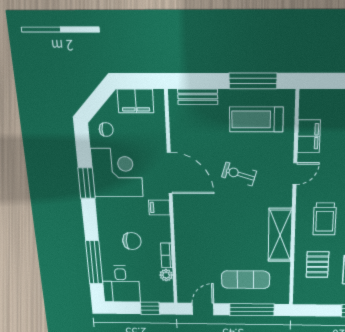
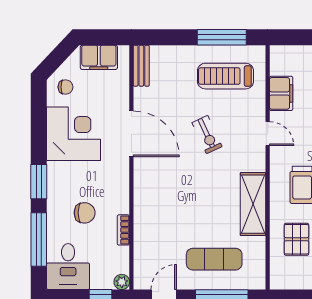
bench: (198, 97) -> (141, 66), moved, turned 90
exercise bike: (239, 174) -> (207, 135), turned -132
door: (295, 174) -> (268, 134), hinge flipped
window: (87, 183) -> (39, 182), moved
filing cabinet: (159, 208) -> (118, 173), removed
plant: (166, 275) -> (122, 282), moved

